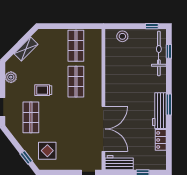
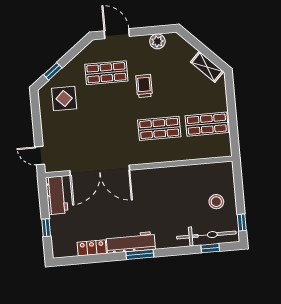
stool: (122, 36) -> (216, 202), moved
shelving: (26, 49) -> (207, 67), moved

